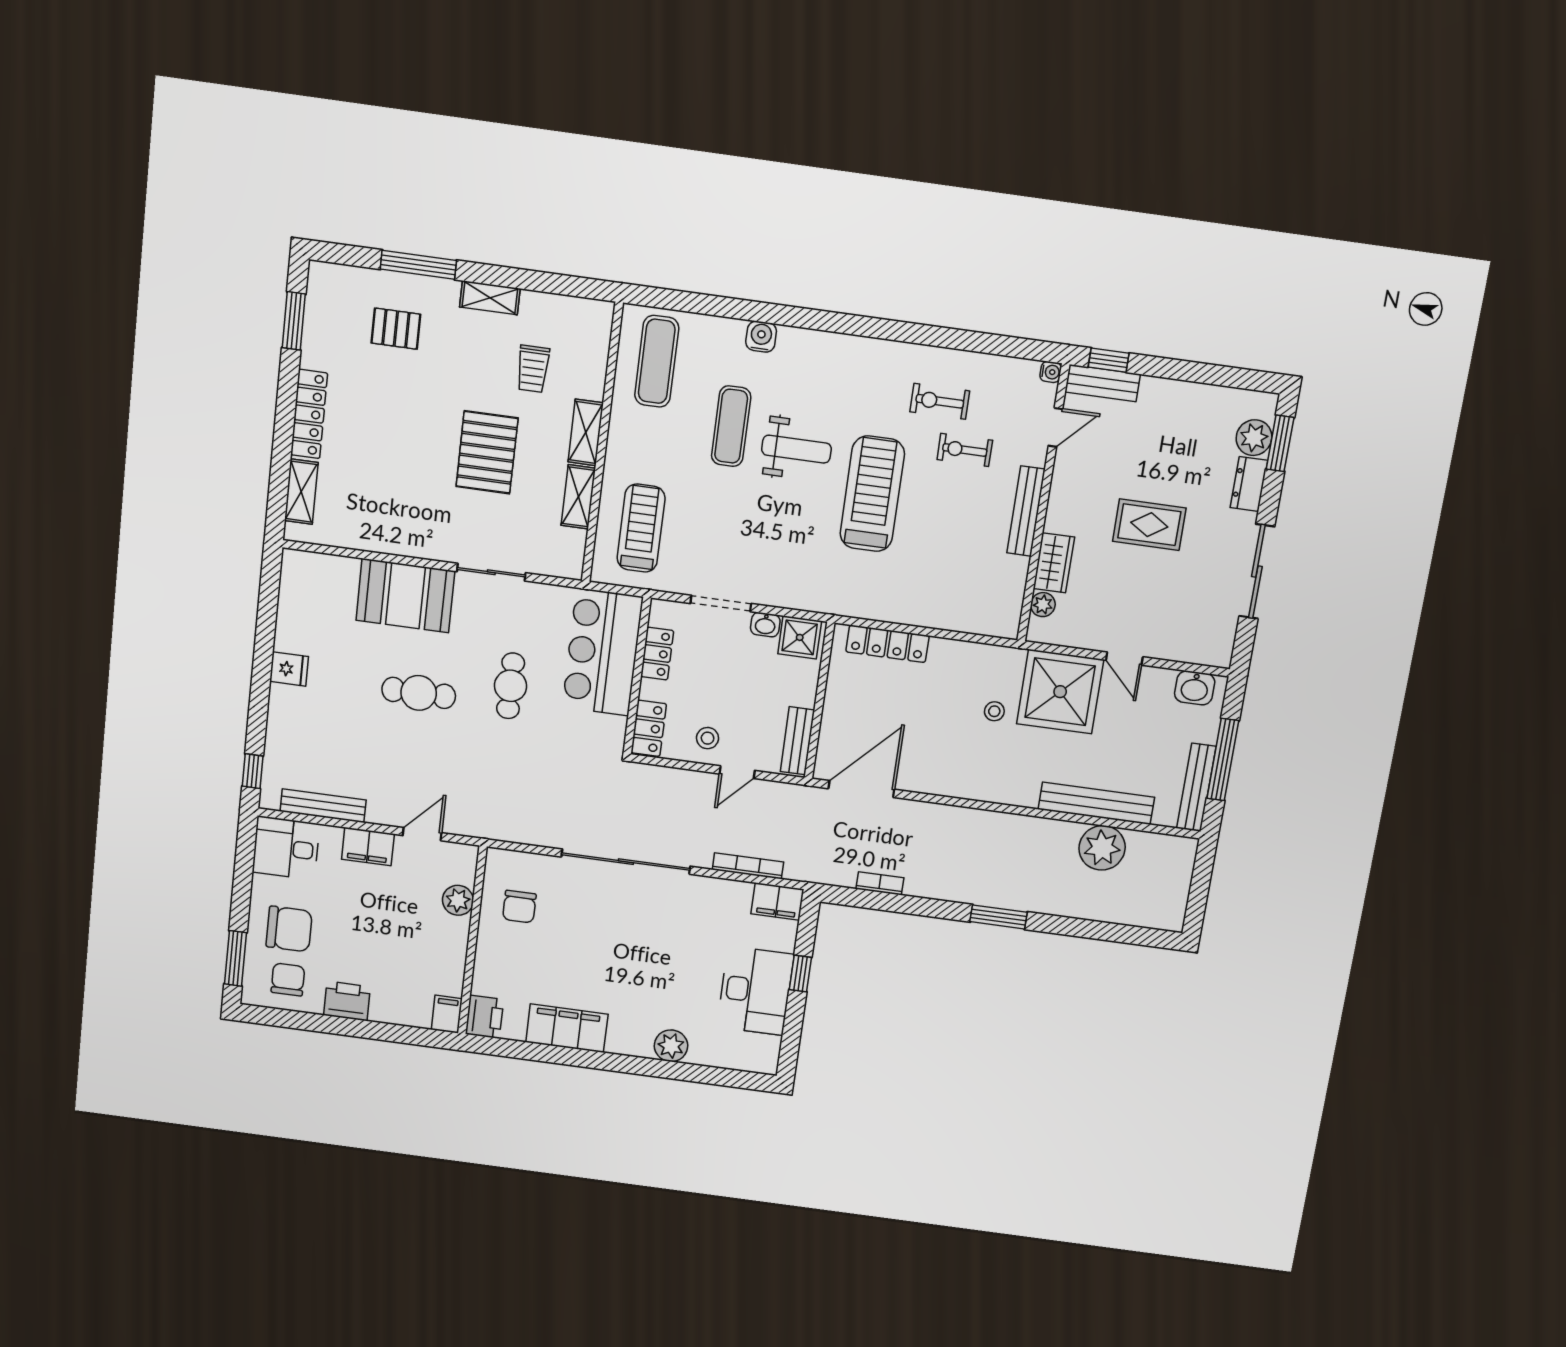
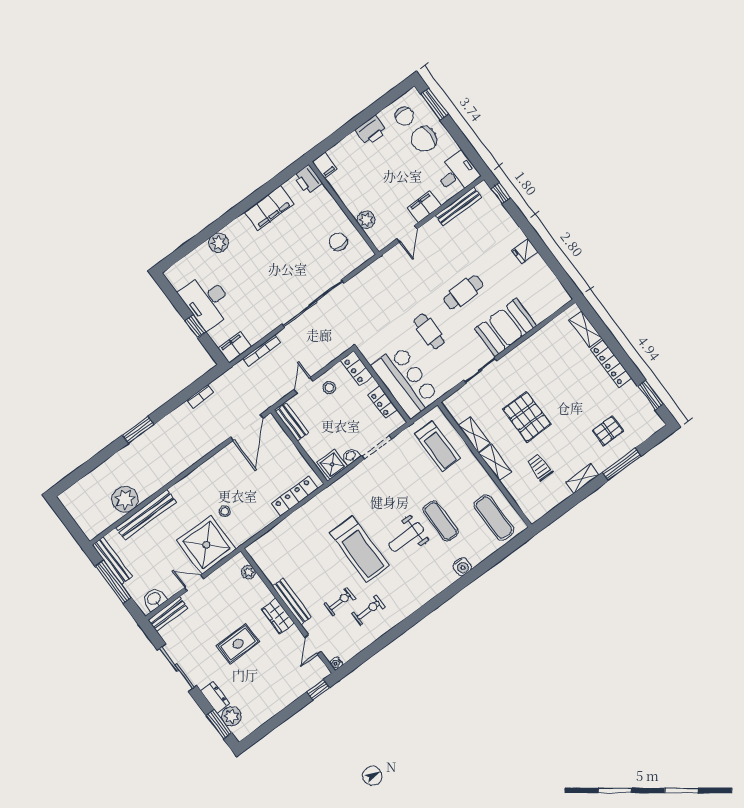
bench: (1103, 383) -> (168, 614), moved
wardrobe: (1054, 563) -> (278, 616), moved

